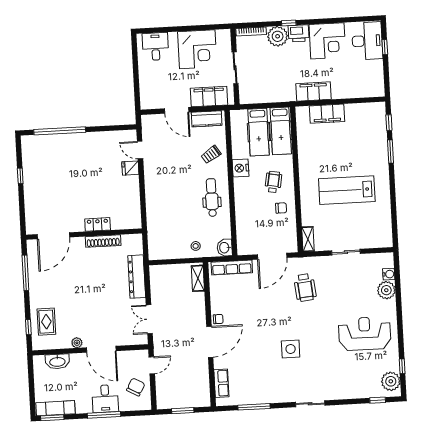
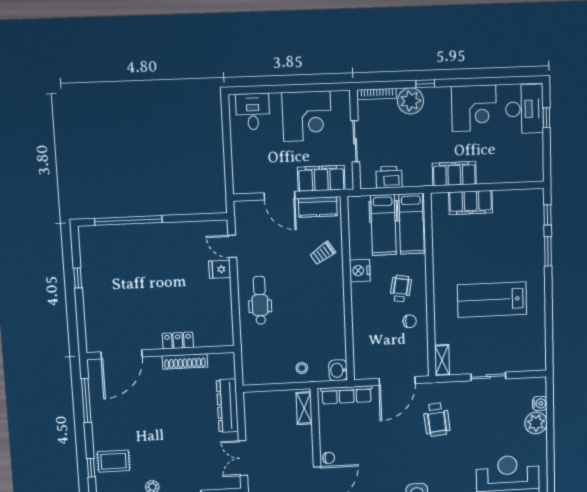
printer: (299, 33) -> (389, 177), moved, turned 180
dental chair: (212, 198) -> (260, 300), moved
rug: (46, 322) -> (114, 461), turned 90

